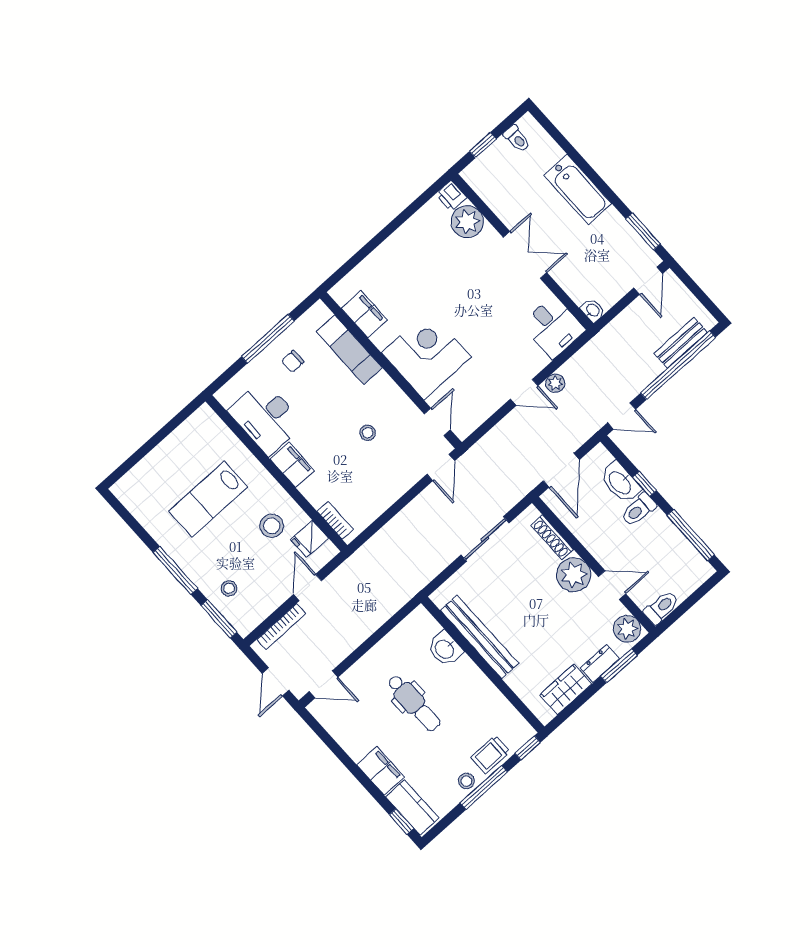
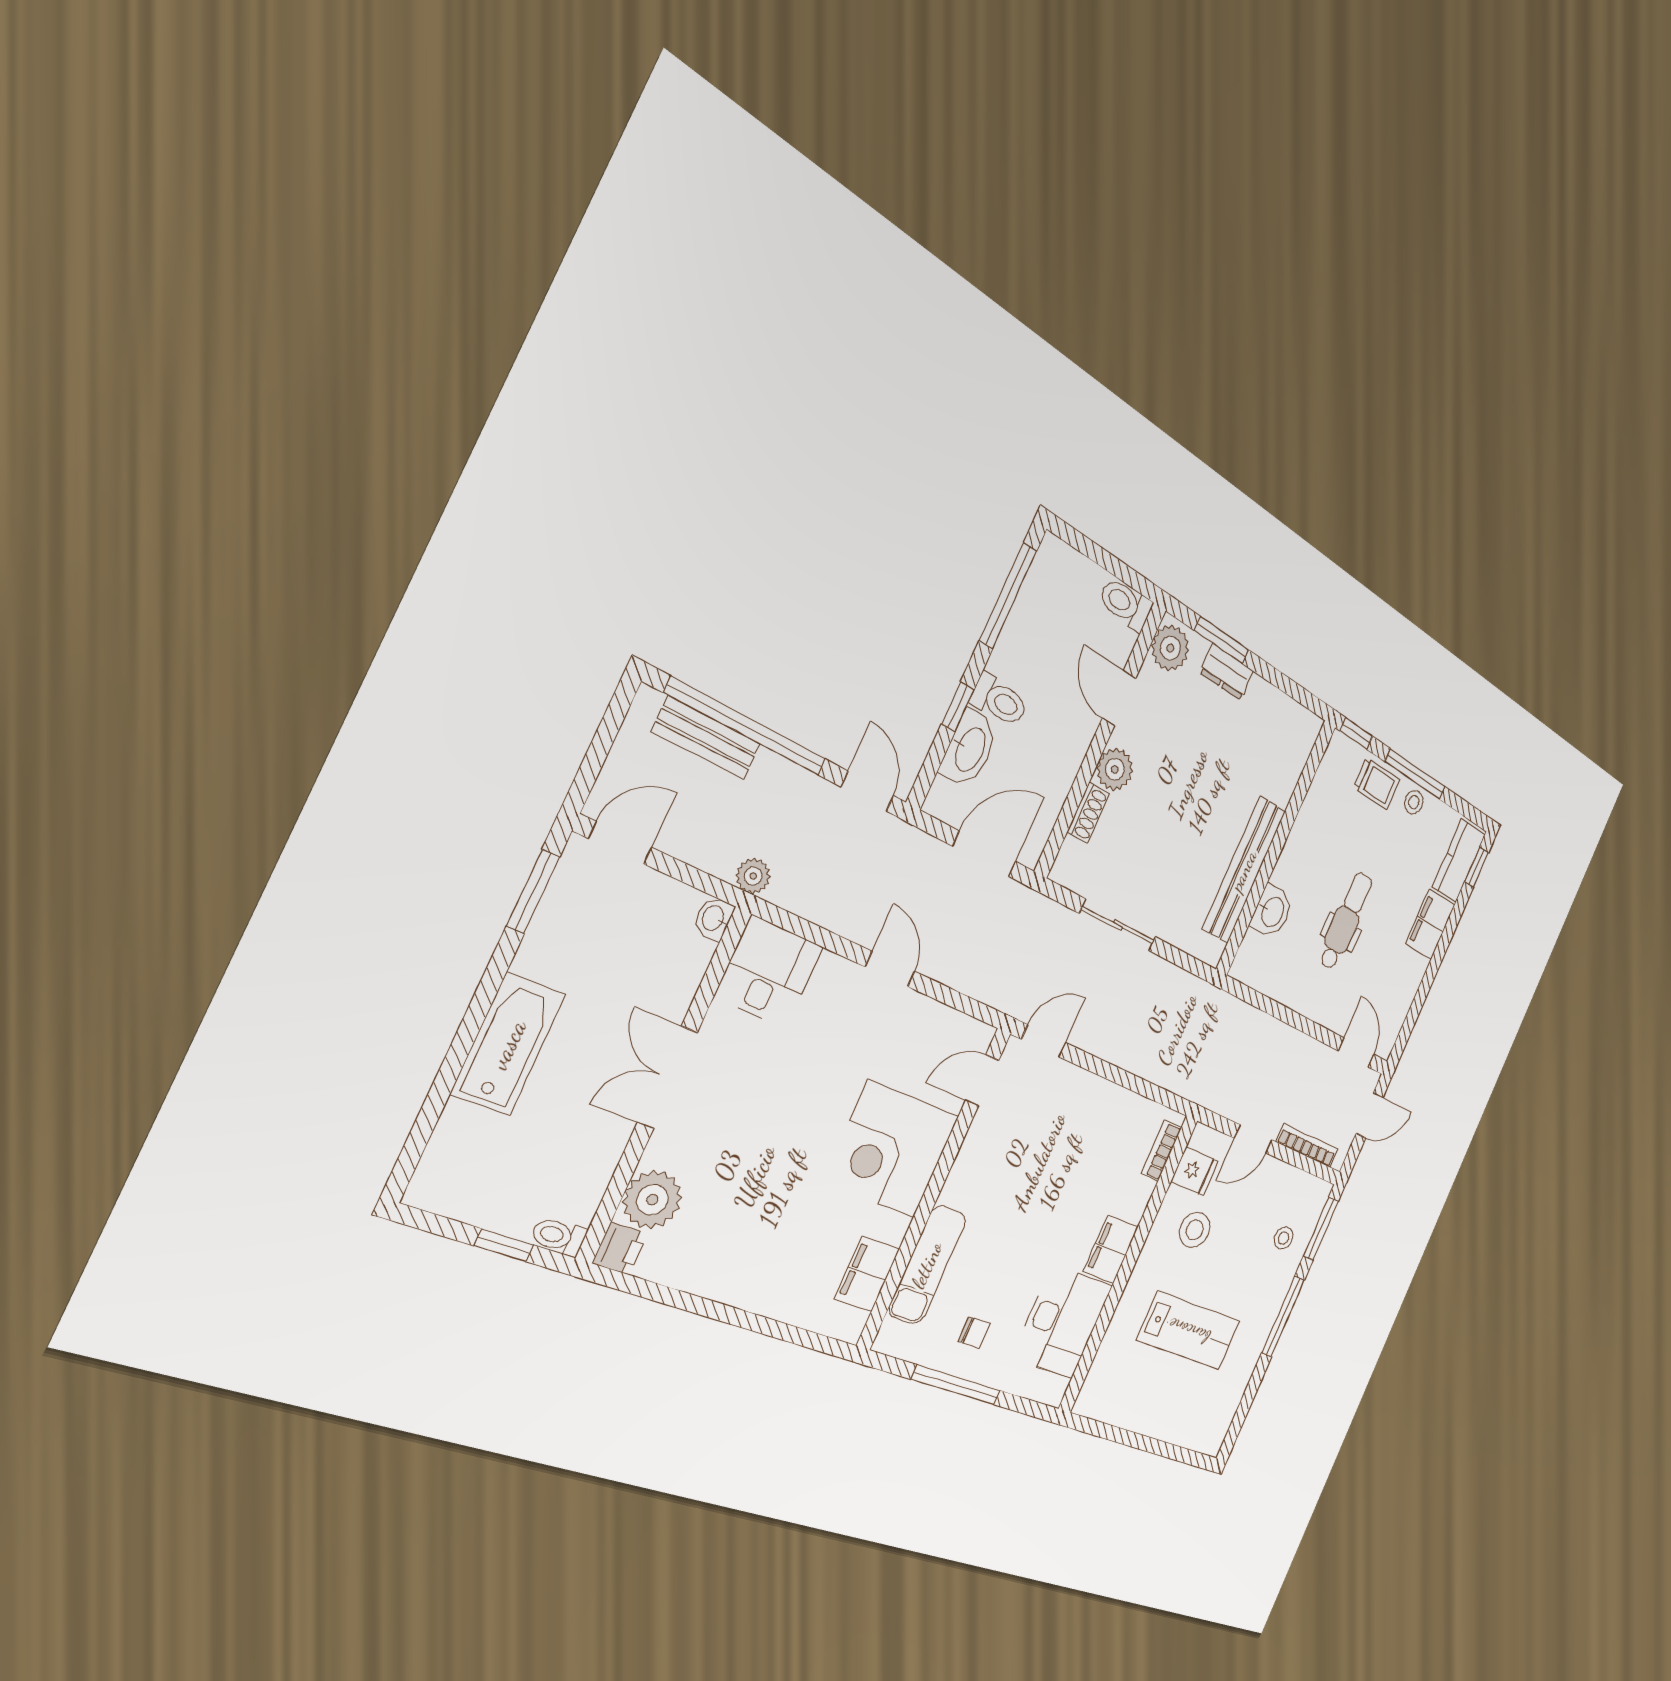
toilet: (517, 139) -> (559, 1236), moved, turned -90
plant: (555, 383) -> (753, 876), moved
stool: (368, 433) -> (1033, 1172), removed
shoe rack: (552, 537) -> (1088, 813), width x0.70
plant: (574, 575) -> (1115, 769), width x0.73, depth x0.73
wardrobe: (566, 689) -> (1273, 710), removed

